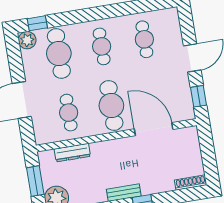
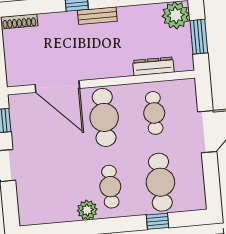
window: (37, 23) -> (158, 221), moved
cafe table: (144, 39) -> (60, 191), removed
plant: (27, 40) -> (87, 210), moved

